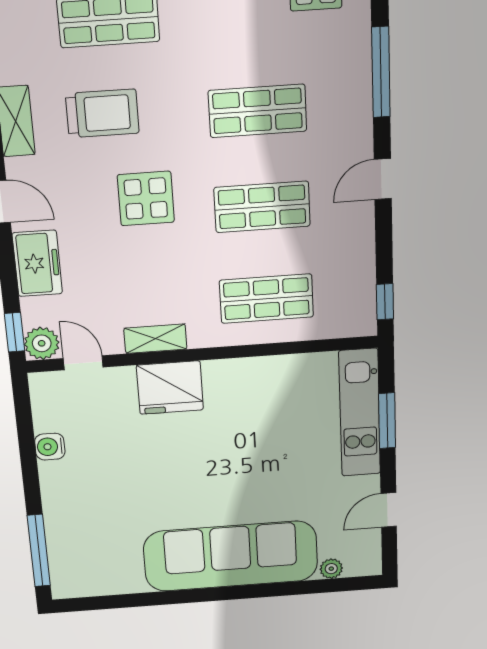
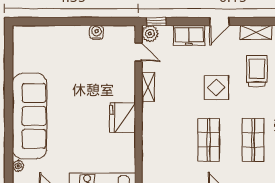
trolley: (102, 113) -> (257, 71), turned 180
shop shelf: (266, 299) -> (164, 140), removed
door: (83, 363) -> (139, 52), hinge flipped
fridge: (170, 388) -> (123, 118), moved
window: (39, 551) -> (41, 22), removed

